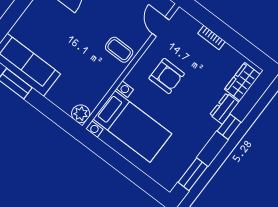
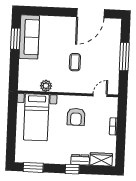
coffee table: (119, 50) -> (75, 62), moved
plant: (81, 114) -> (46, 86), moved

